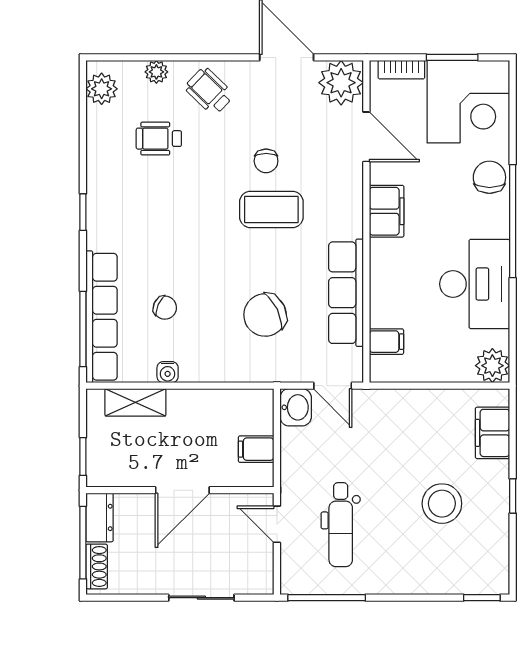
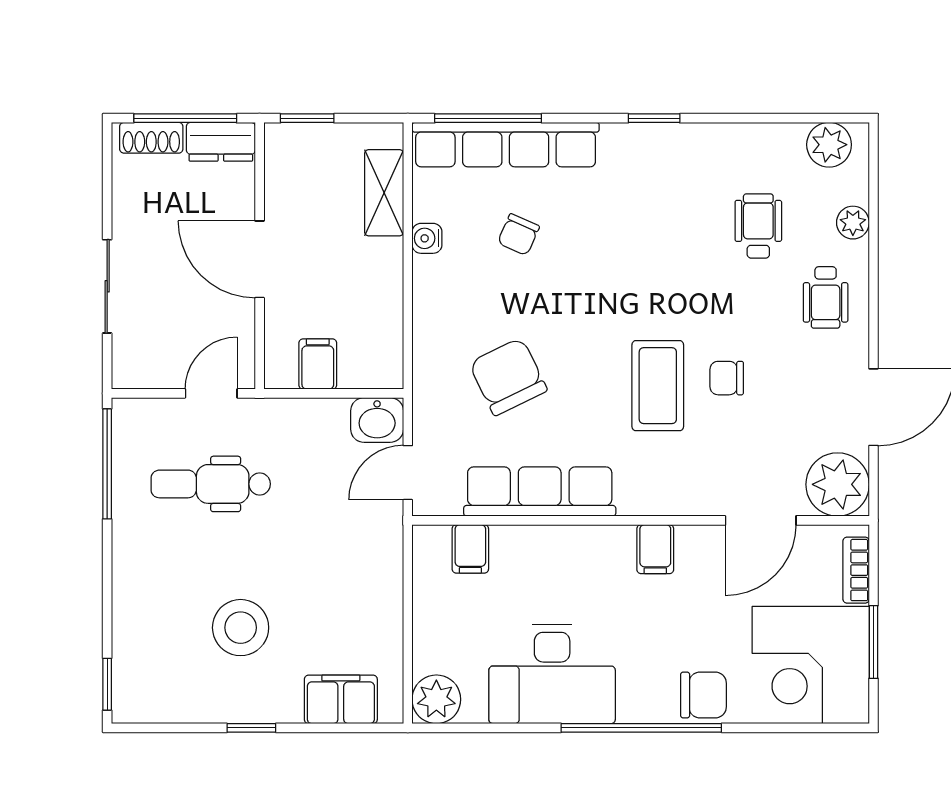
wheelchair: (209, 91) -> (826, 297), turned 136
filing cabinet: (387, 211) -> (655, 549), width x0.50

